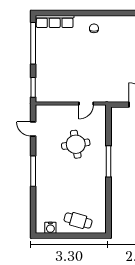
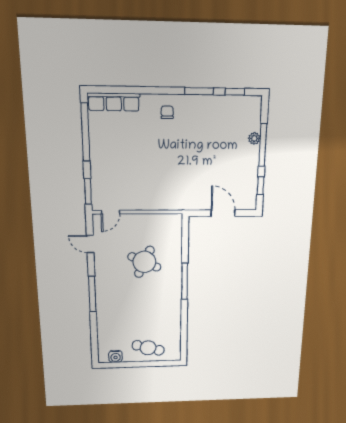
window: (118, 13) -> (199, 91), added
door: (86, 103) -> (110, 212), moved
round table: (76, 144) -> (144, 262), turned 34

